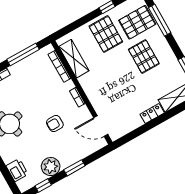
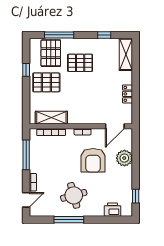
locker: (152, 114) -> (128, 94), moved
armchair: (55, 124) -> (93, 160), width x1.88, depth x1.88
plant: (51, 167) -> (124, 158), moved
window: (74, 168) -> (136, 164), removed

